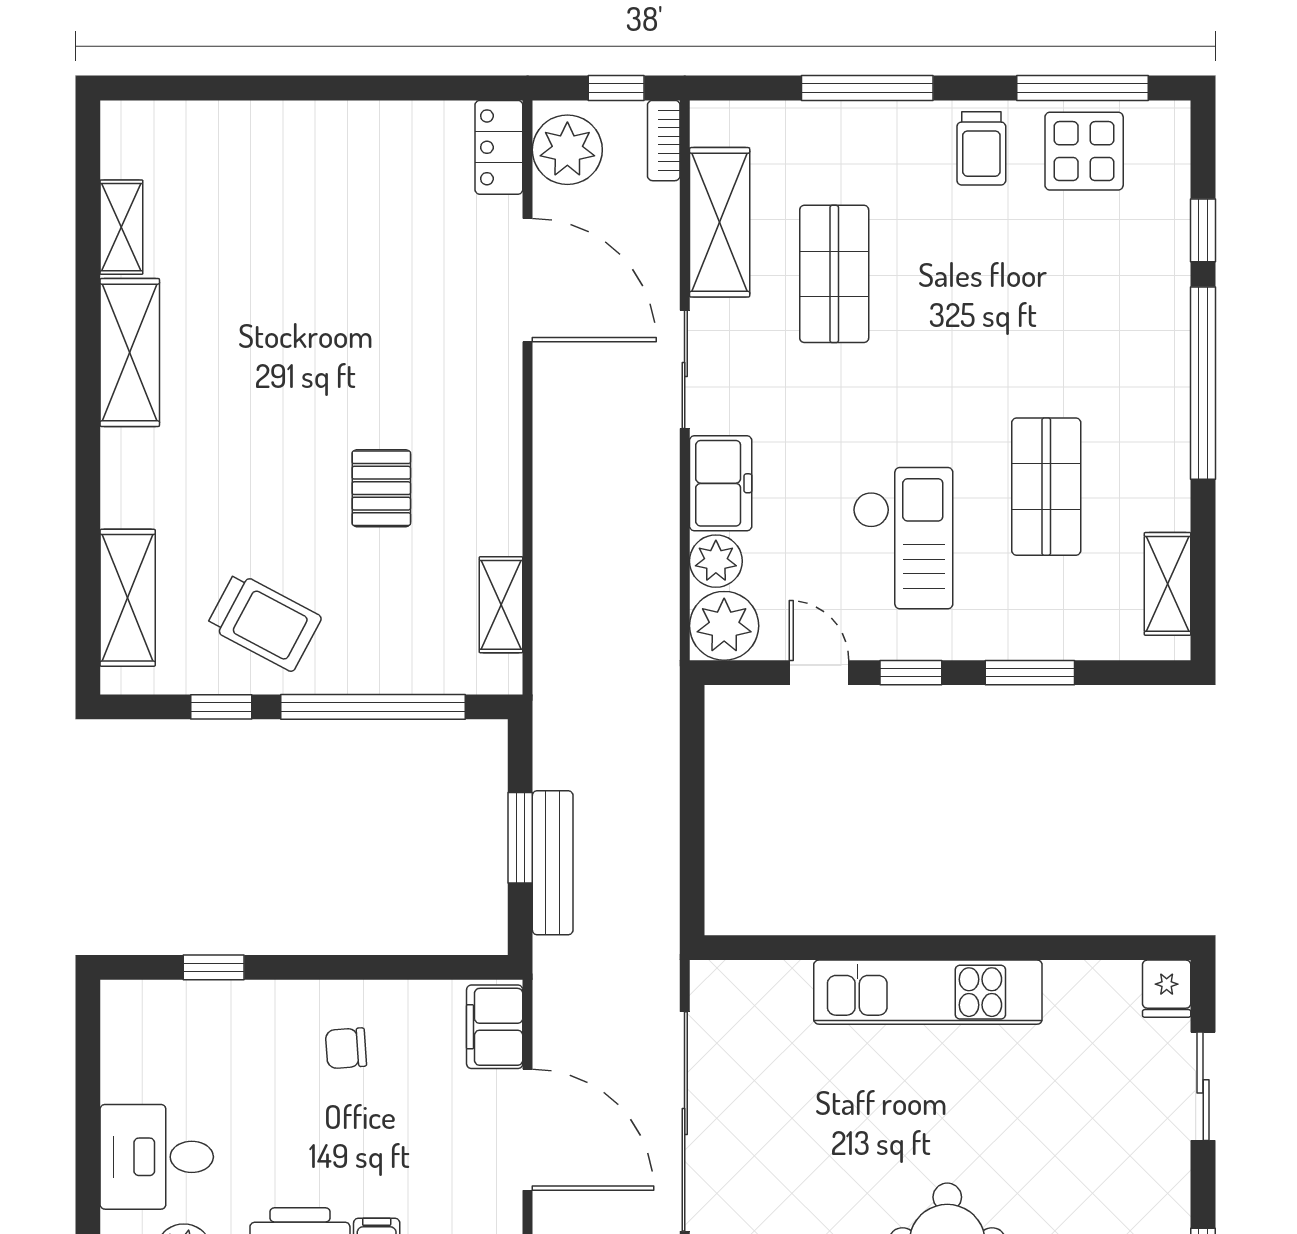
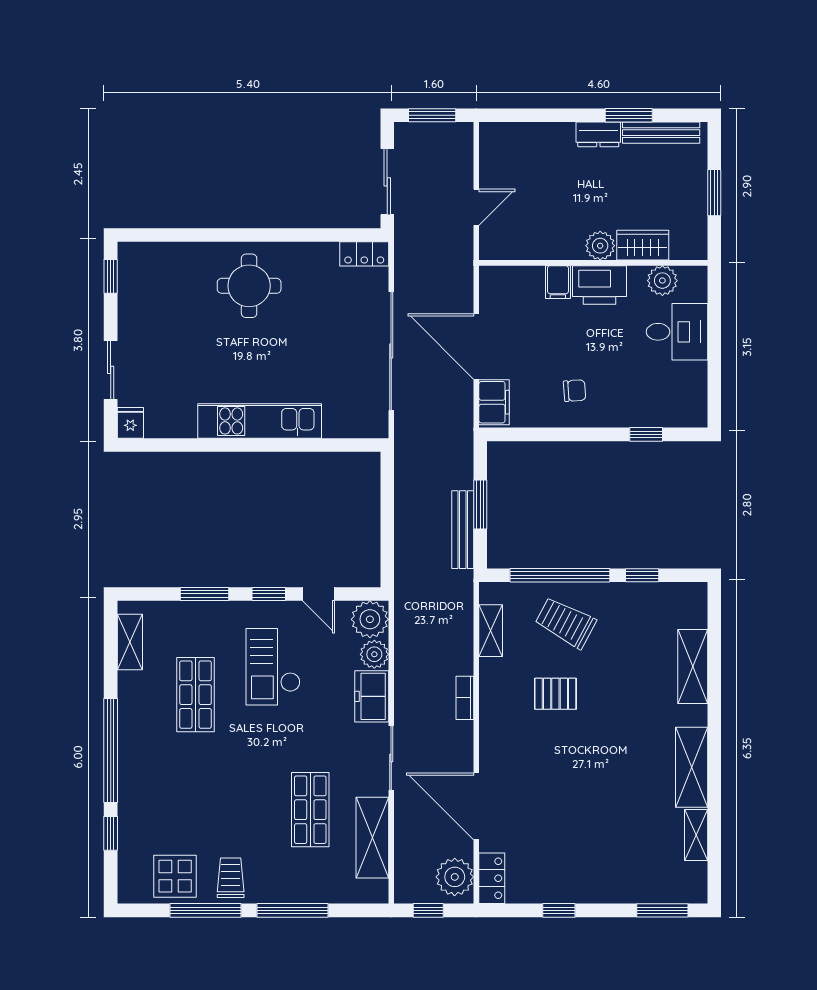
window: (184, 88) -> (662, 910), added
window: (375, 88) -> (559, 910), added
window: (1083, 88) -> (205, 910), moved
bookcase: (664, 141) -> (465, 698), moved, turned 180
pallet: (381, 488) -> (555, 694), turned 90
shelving: (128, 598) -> (693, 666), moved
trolley: (264, 622) -> (566, 623), moved
bench: (553, 863) -> (463, 530), moved

